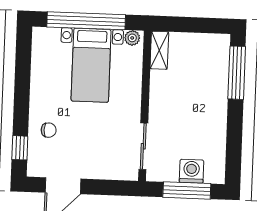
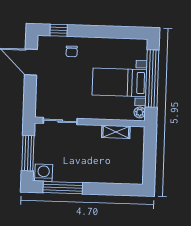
shelving: (159, 50) -> (116, 132), moved
window: (237, 73) -> (63, 188), moved
washing machine: (191, 171) -> (44, 173), moved, turned -90

